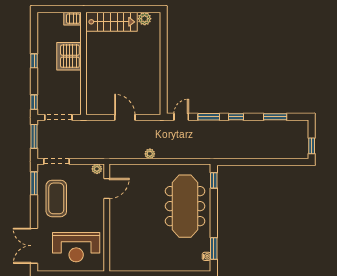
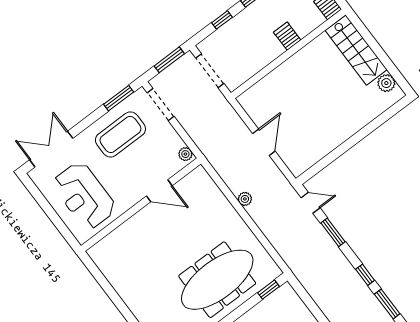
server rack: (69, 56) -> (287, 36), width x0.46, depth x0.70
window: (34, 102) -> (222, 20), moved
window: (236, 117) -> (365, 275), moved
door: (107, 189) -> (159, 191), moved

